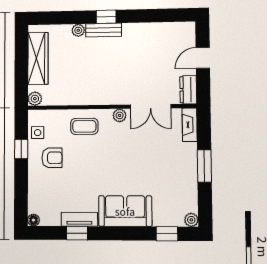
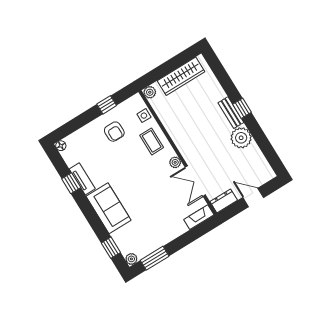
plant: (78, 30) -> (241, 138), moved, width x1.88, depth x1.88
side table: (38, 133) -> (144, 116), moved
window: (204, 166) -> (155, 258), moved

